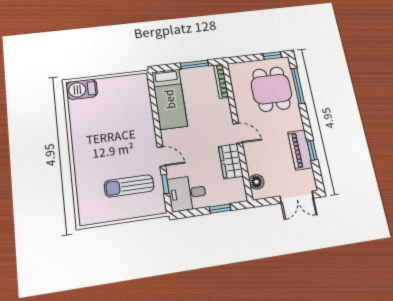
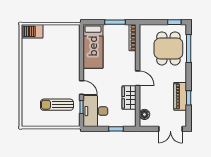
desk: (187, 193) -> (95, 111), width x1.37

